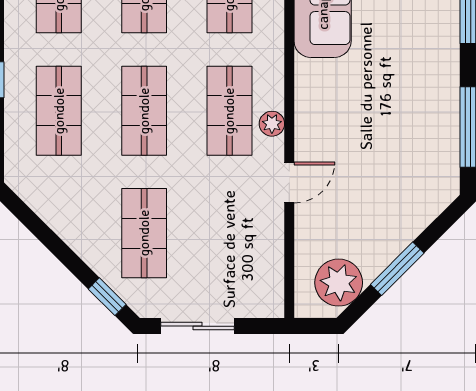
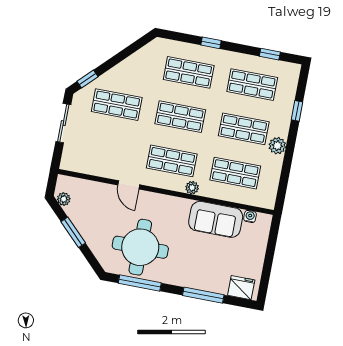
plant: (272, 124) -> (192, 188), moved
round table: (401, 139) -> (140, 247), added
plant: (339, 283) -> (64, 199), width x0.53, depth x0.53

